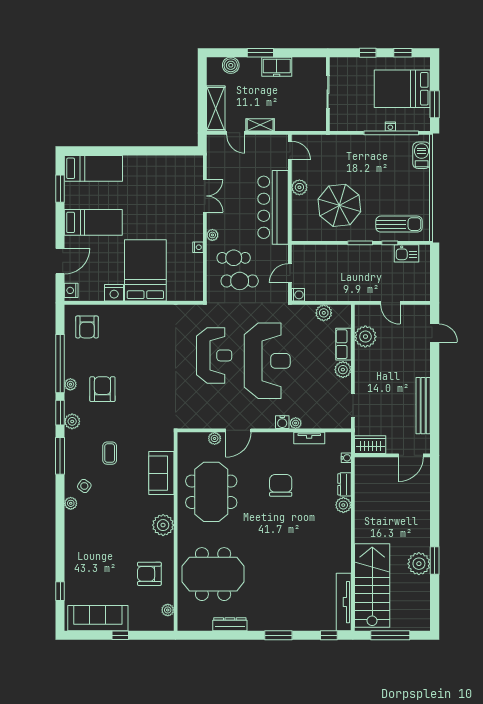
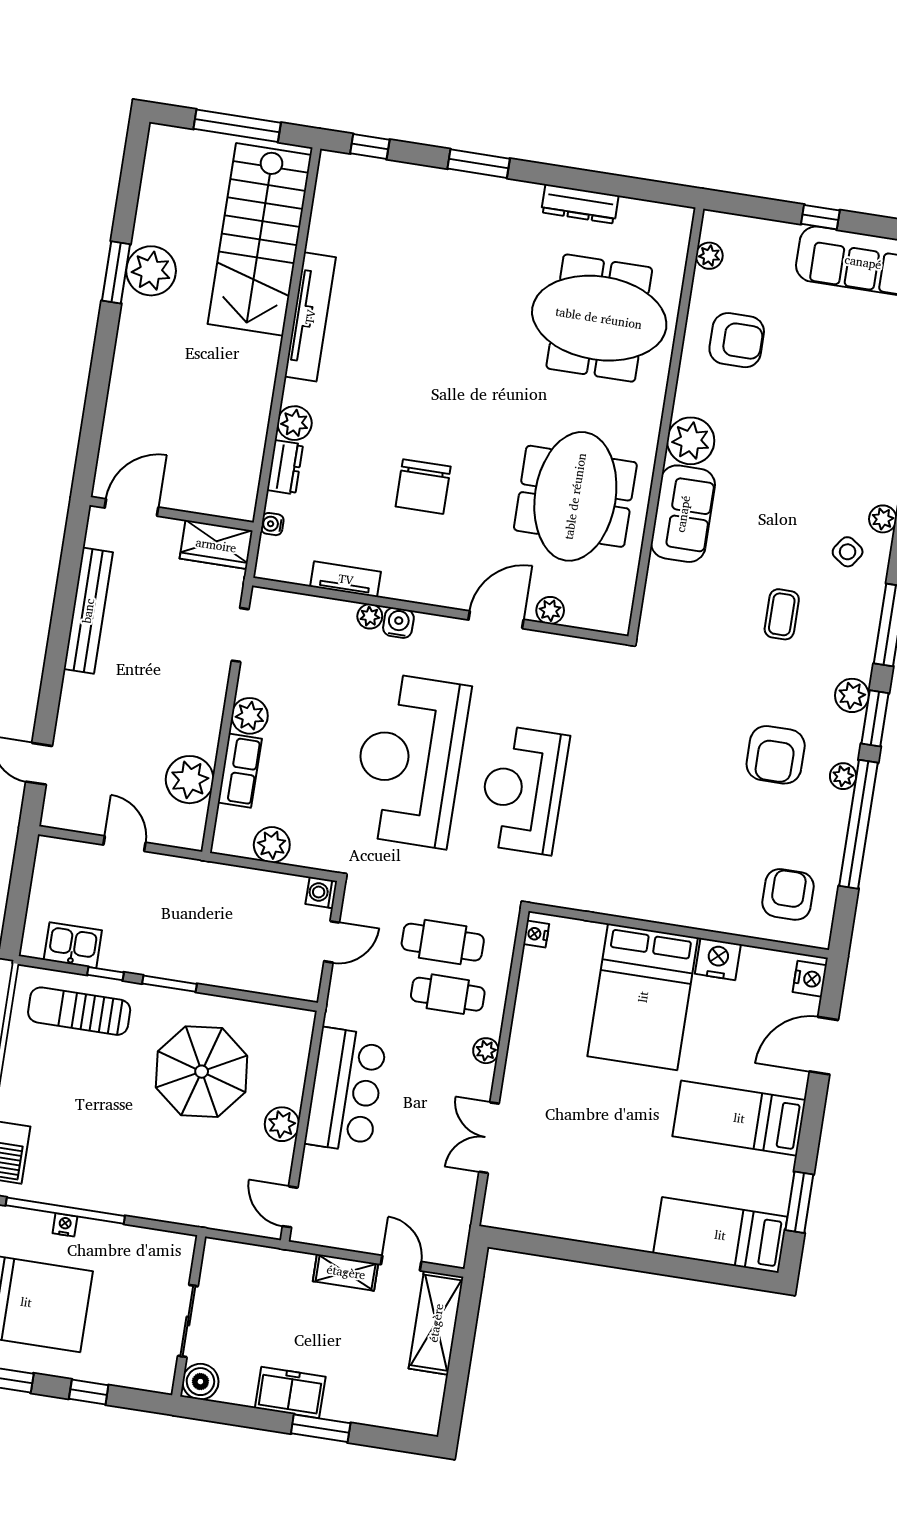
boiler: (231, 65) -> (200, 1382), moved
bar counter: (273, 207) -> (346, 1090), width x0.73
nightstand: (198, 247) -> (536, 934), moved
sofa: (161, 473) -> (683, 514), moved
tv unit: (344, 602) -> (310, 317), moved

